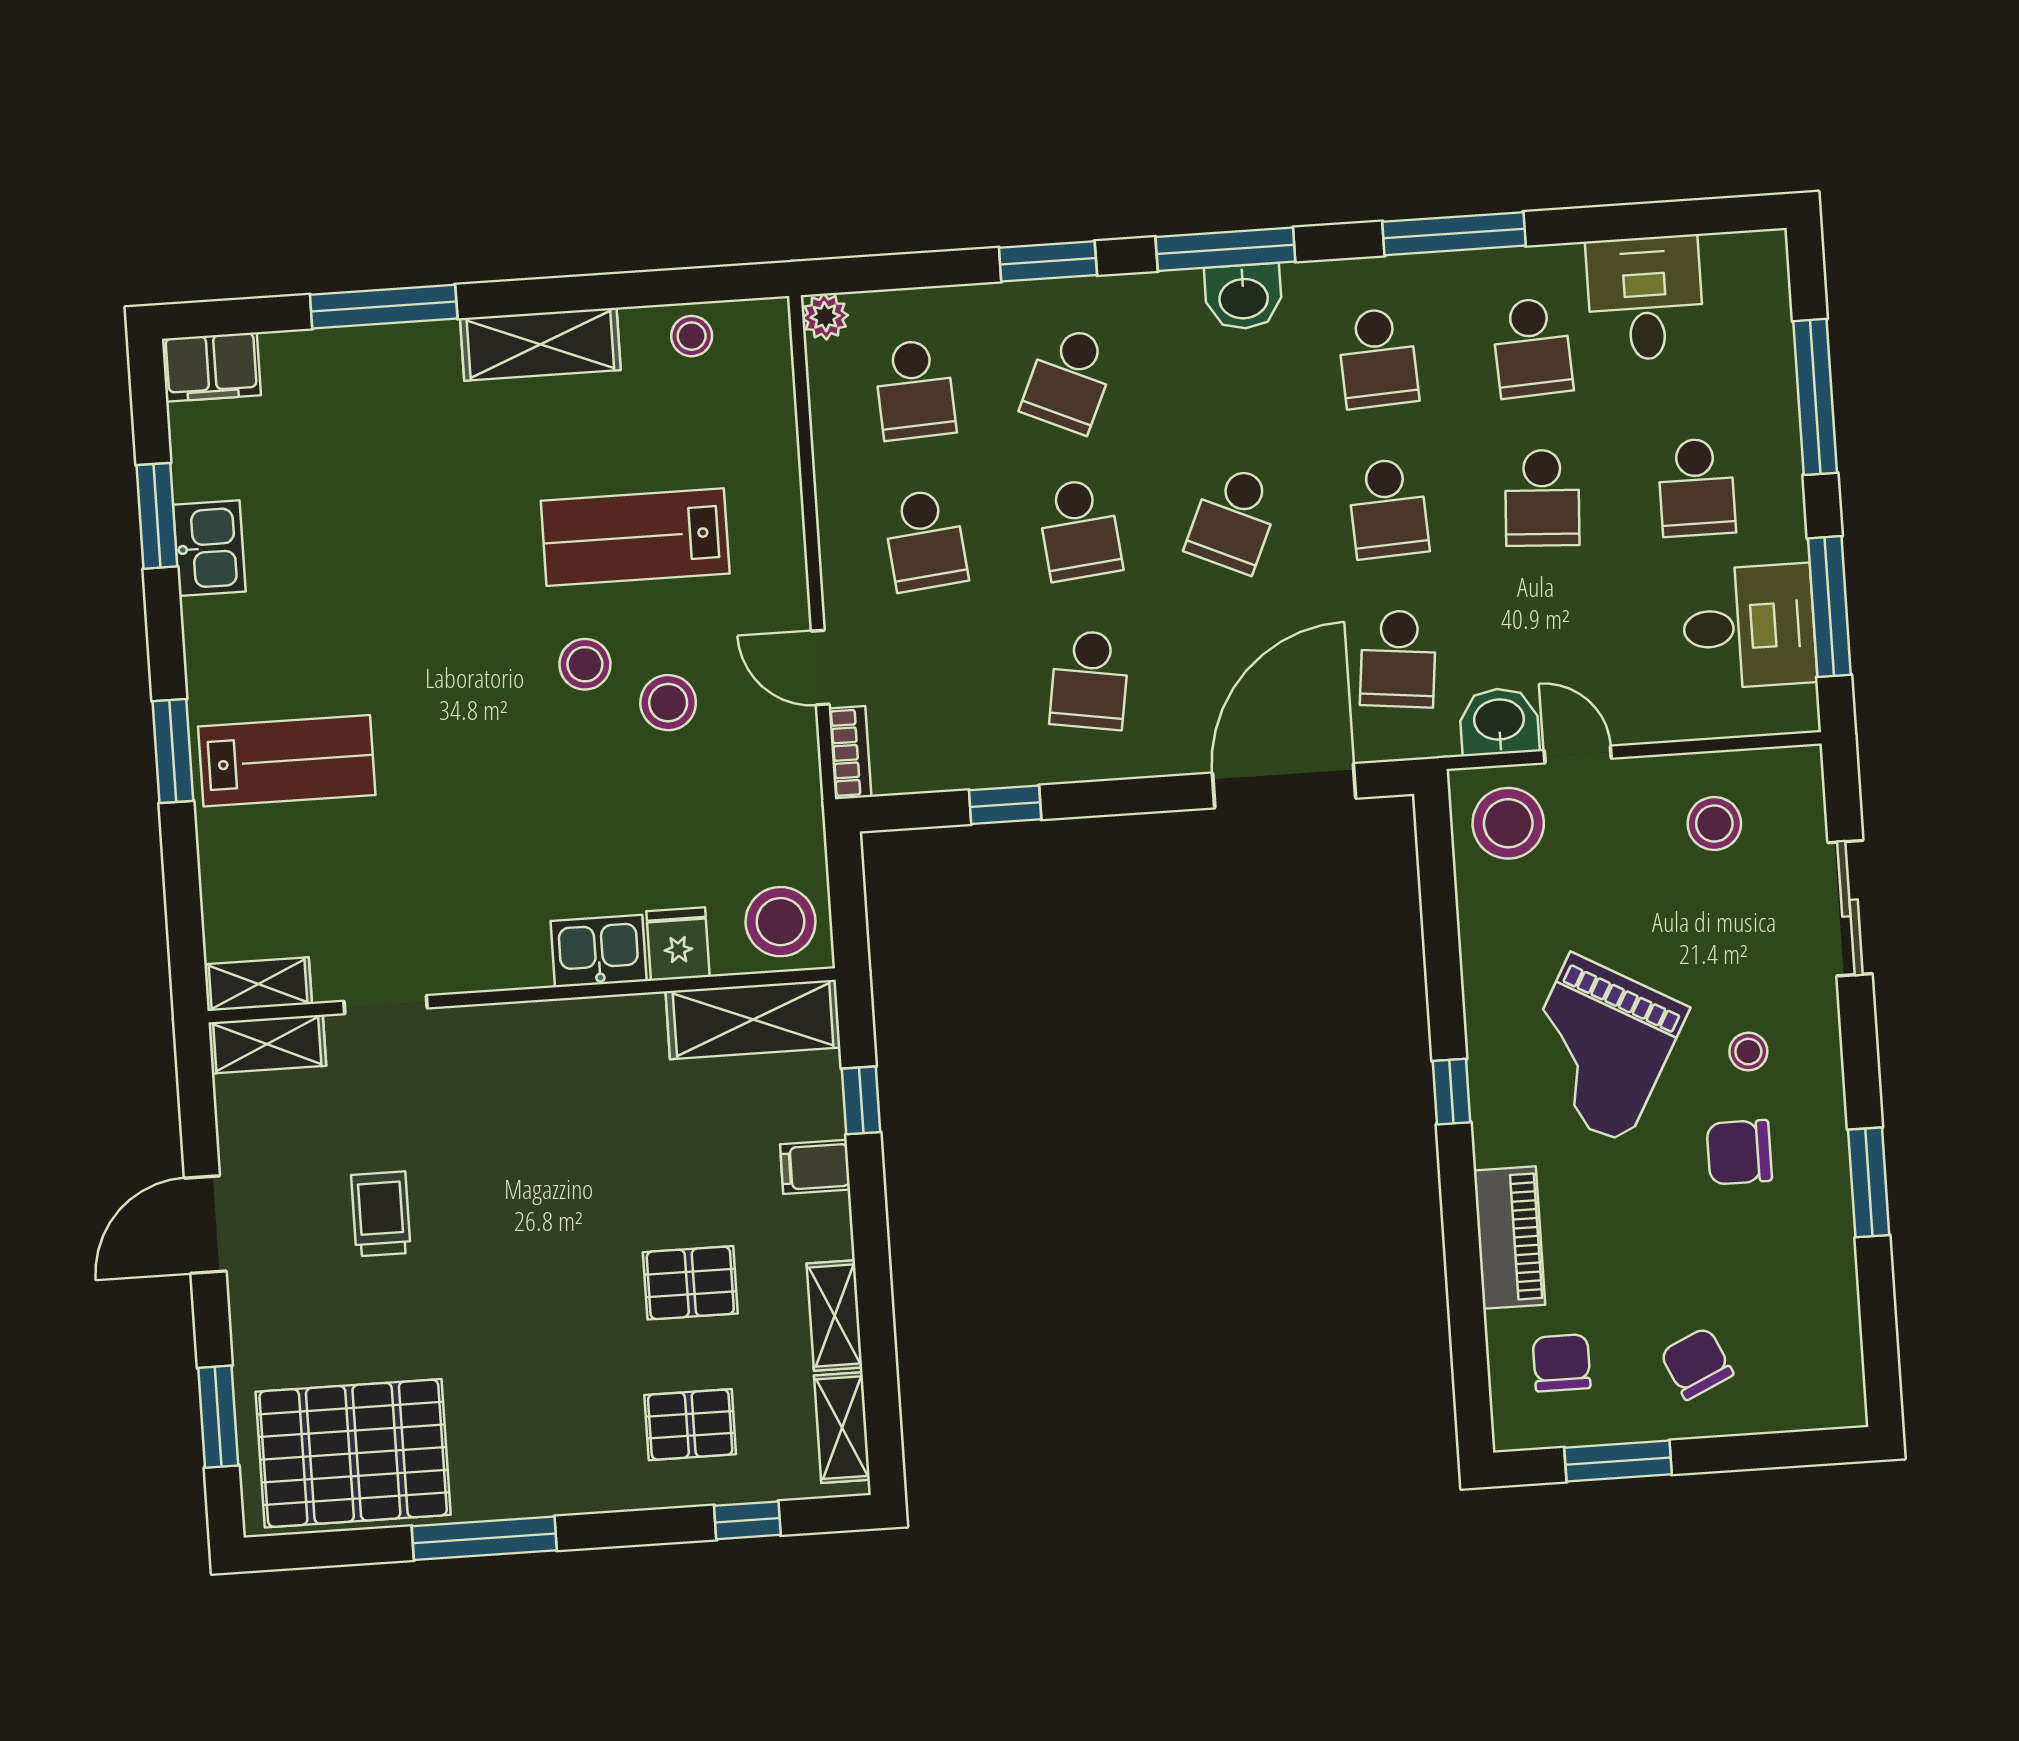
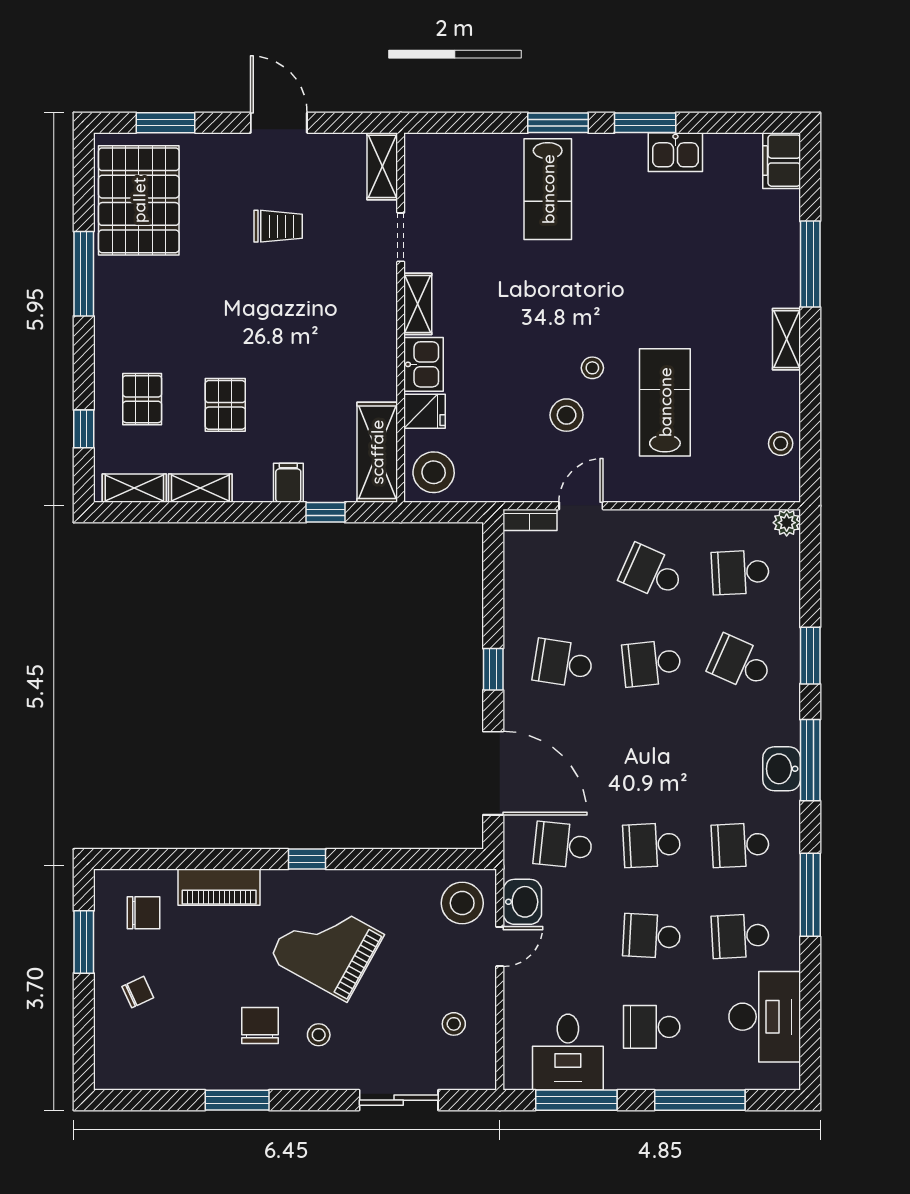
desk: (1645, 298) -> (765, 1017), width x1.37
shelving: (540, 344) -> (786, 339), width x0.67, depth x0.75
window: (157, 516) -> (645, 123), moved
school desk: (1234, 519) -> (652, 754), removed
school desk: (925, 540) -> (652, 572), turned 30
stool: (585, 664) -> (592, 368), width x0.73, depth x0.73
window: (1005, 805) -> (493, 669), moved
stool: (1714, 824) -> (454, 1024), width x0.73, depth x0.73
shelving: (258, 984) -> (418, 304), moved
chair: (1697, 1363) -> (138, 992), width x0.73, depth x0.73

